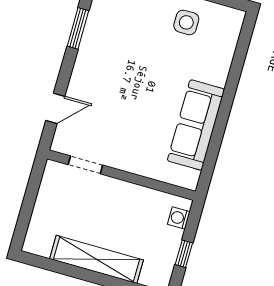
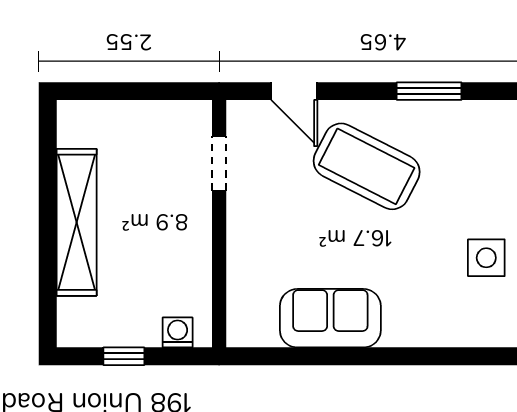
coffee table: (112, 78) -> (367, 166), added
sofa: (196, 125) -> (330, 318), width x0.73

